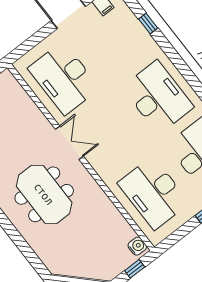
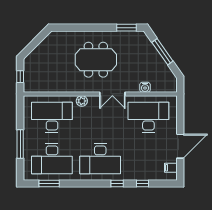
window: (172, 54) -> (117, 184), added
plant: (106, 173) -> (82, 101), added
water cooler: (137, 246) -> (145, 87), moved

